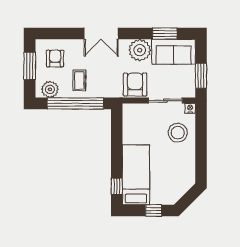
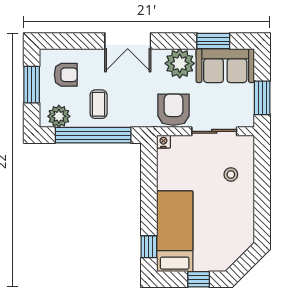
armchair: (55, 58) -> (66, 75), turned 90
nightstand: (190, 108) -> (163, 142), moved
stool: (178, 133) -> (231, 174), width x0.53, depth x0.53

